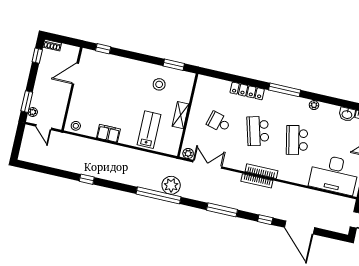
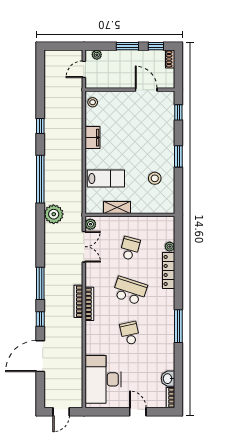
window: (174, 65) -> (178, 156), moved
window: (285, 90) -> (178, 326), moved
window: (27, 102) -> (127, 46), moved
plant: (314, 105) -> (170, 247), moved
shelving: (181, 115) -> (117, 207), moved
school desk: (258, 131) -> (130, 291), turned 33
school desk: (297, 140) -> (130, 333), width x0.54
window: (158, 195) -> (40, 179), moved
window: (222, 210) -> (40, 283), moved

